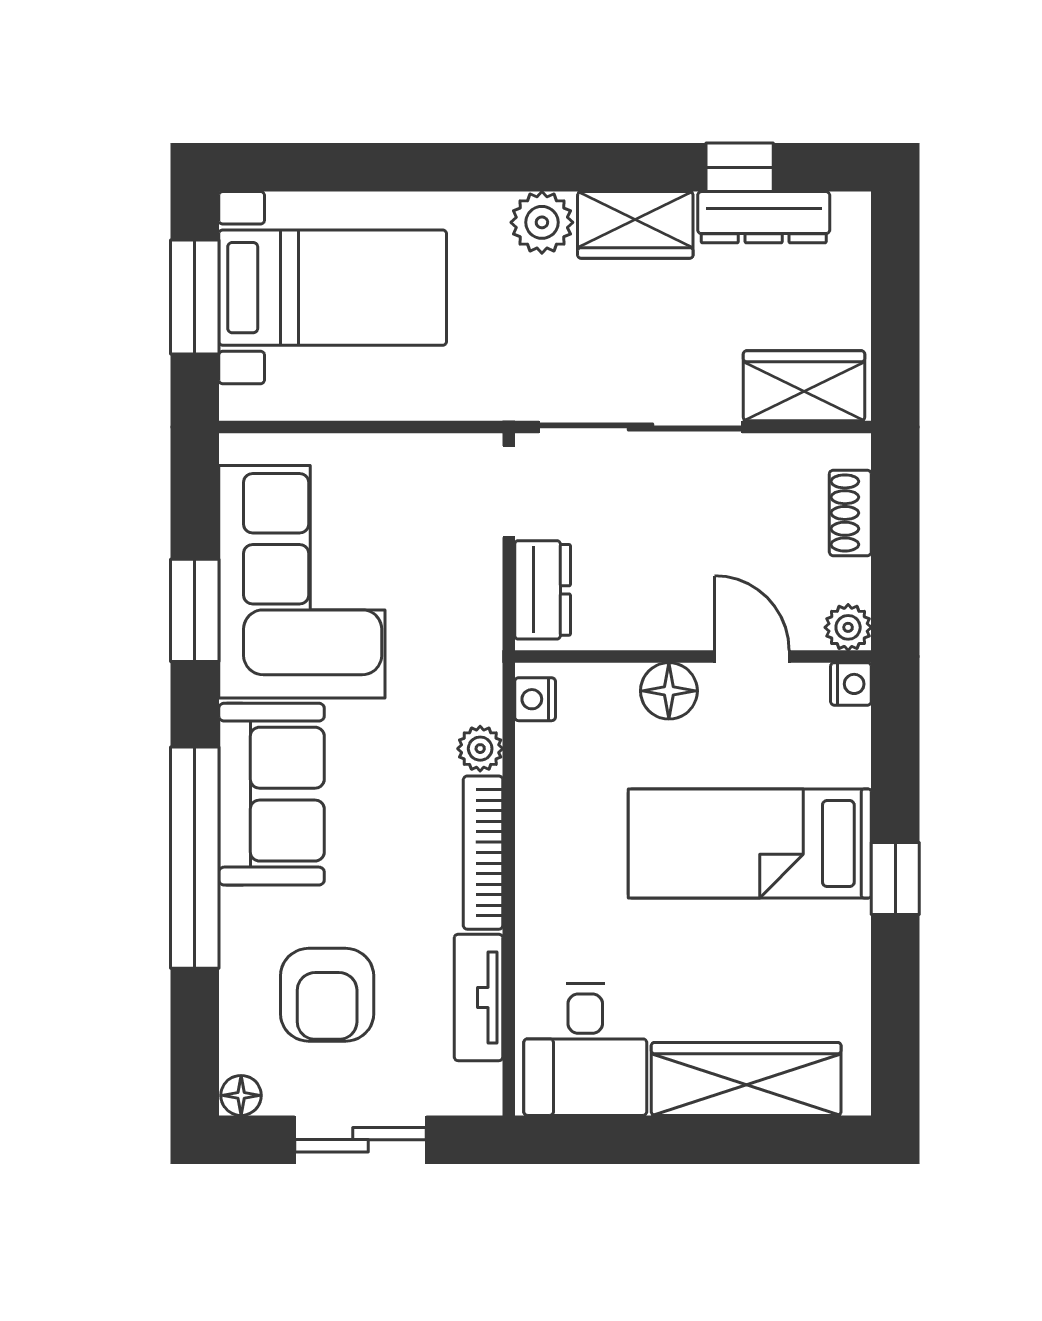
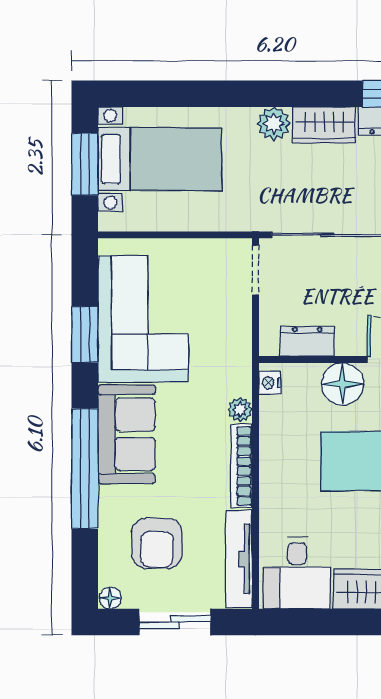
dresser: (543, 590) -> (307, 341), moved, turned -90
floor lamp: (669, 691) -> (343, 384), width x1.38, depth x1.38
tv unit: (479, 997) -> (239, 559), width x1.41

